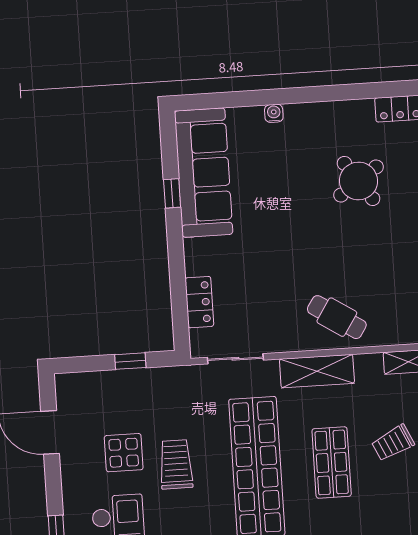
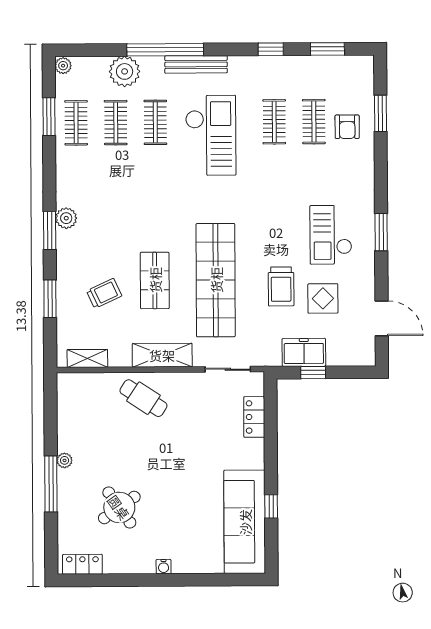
water cooler: (274, 113) -> (164, 567), moved
freezer: (143, 385) -> (304, 352), added

